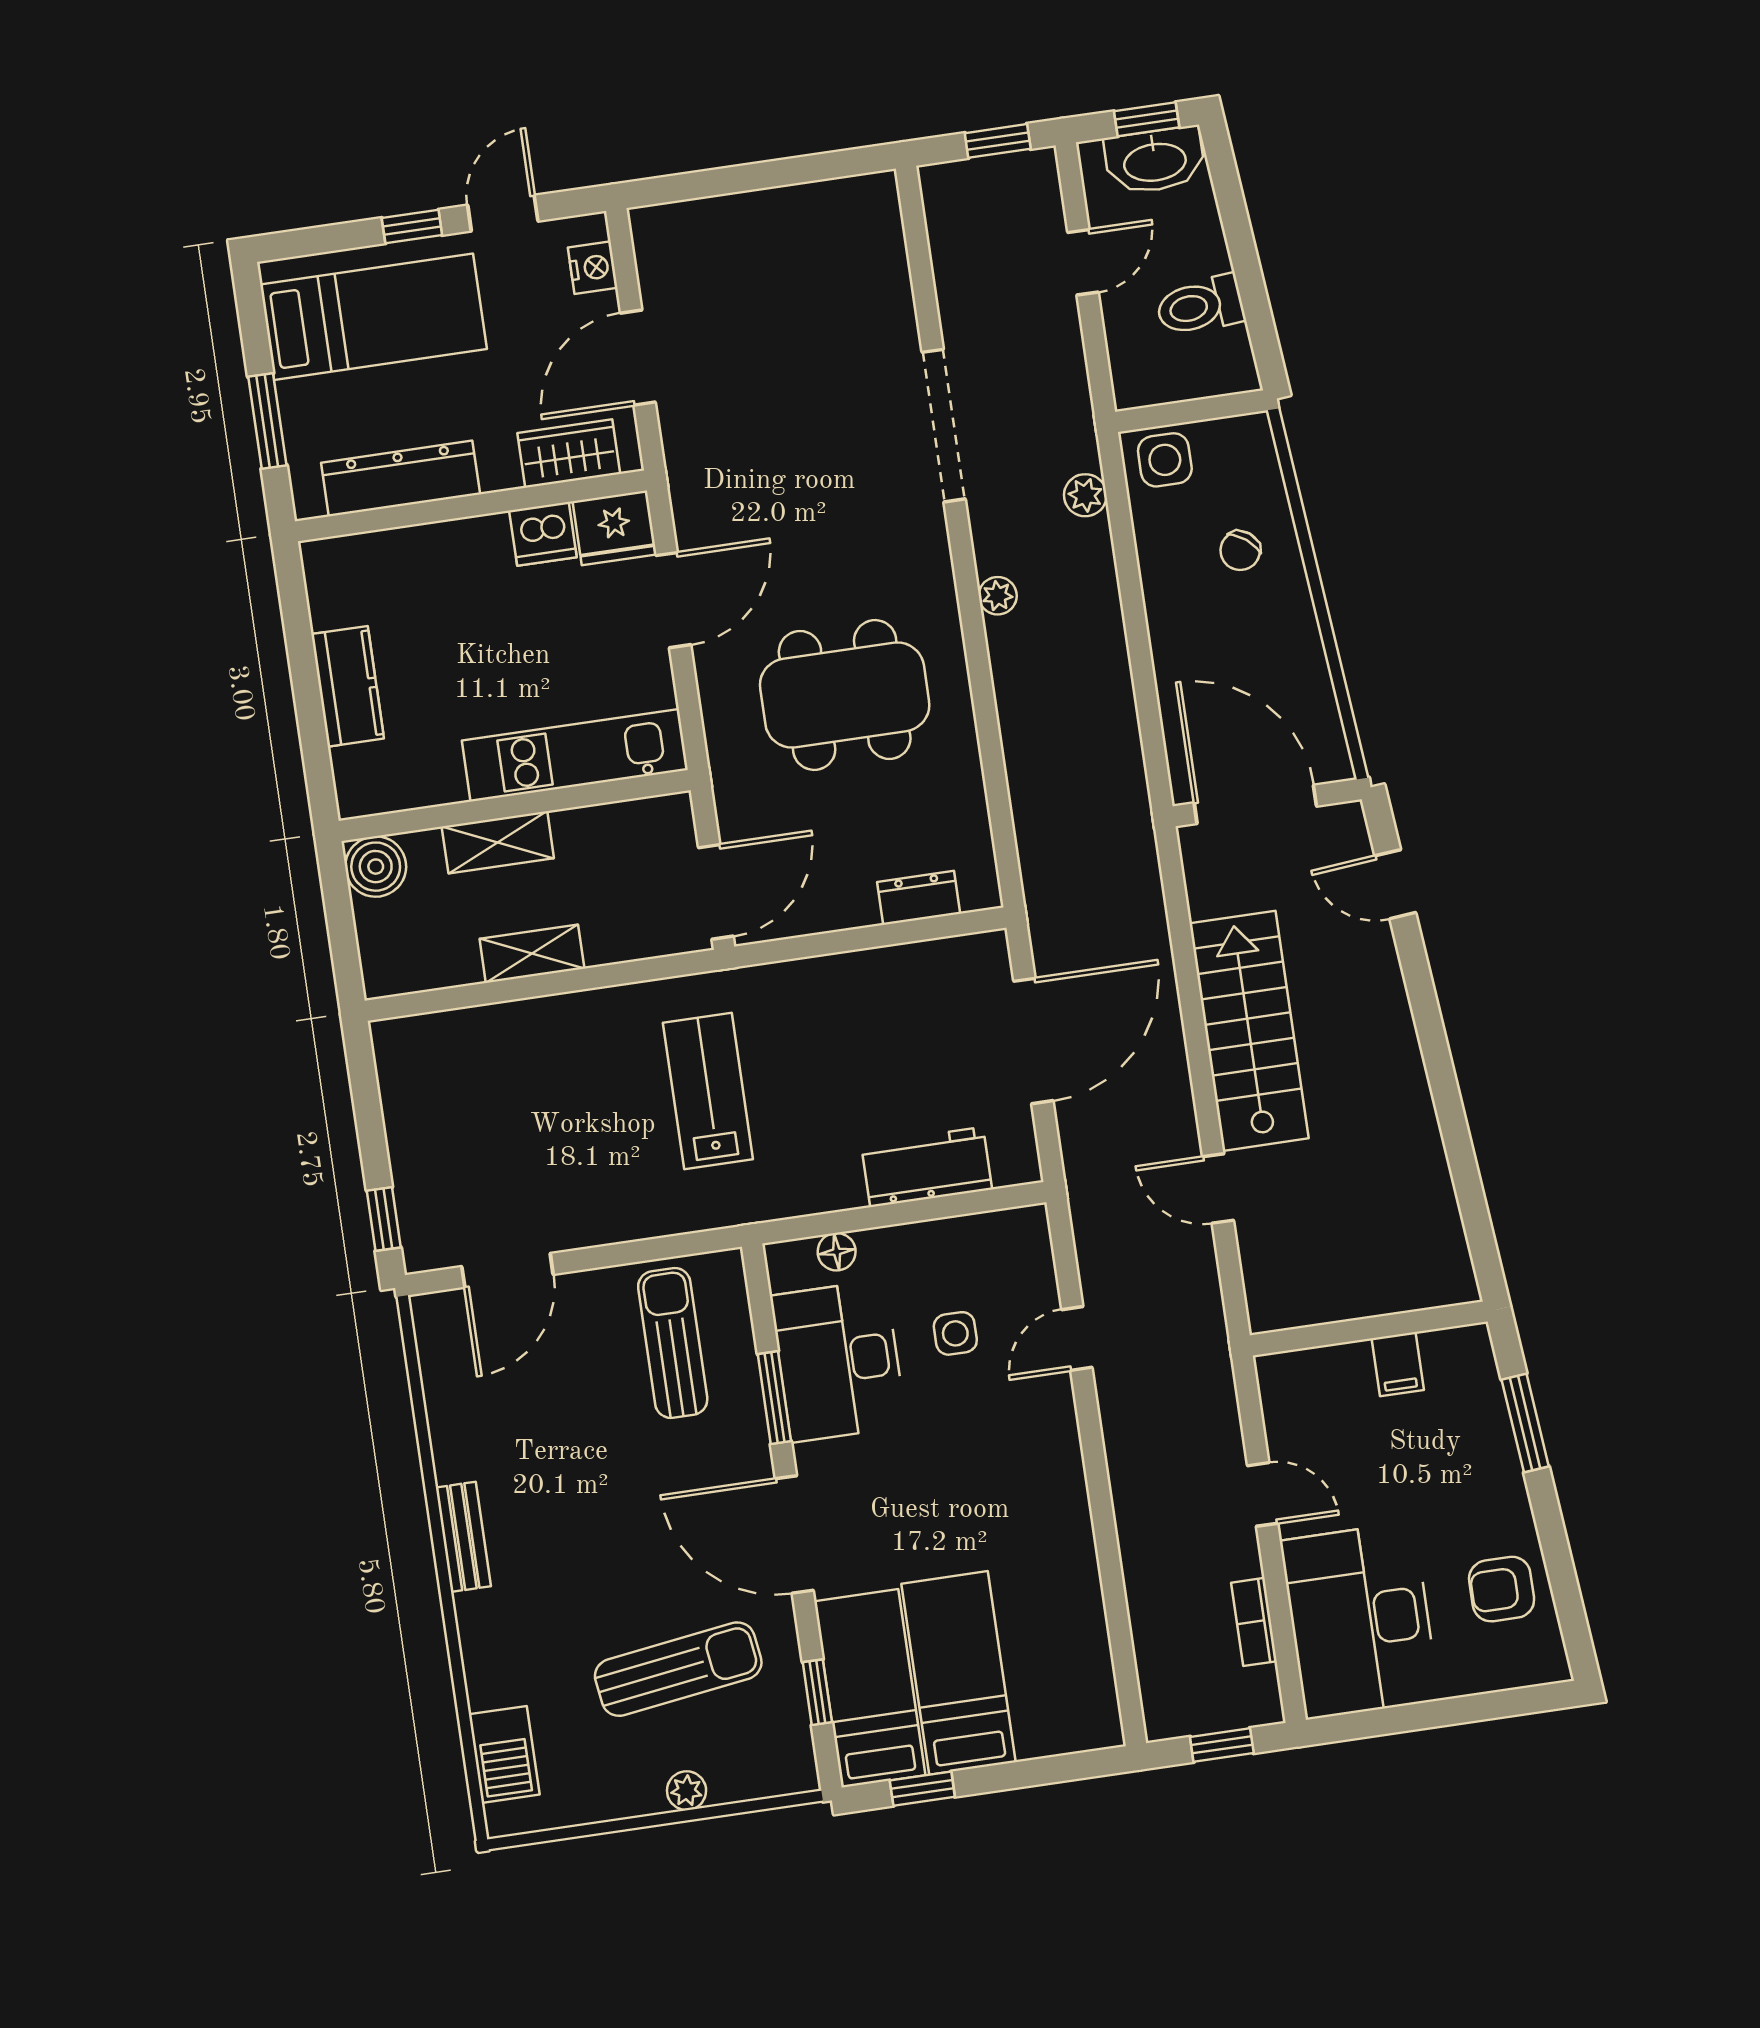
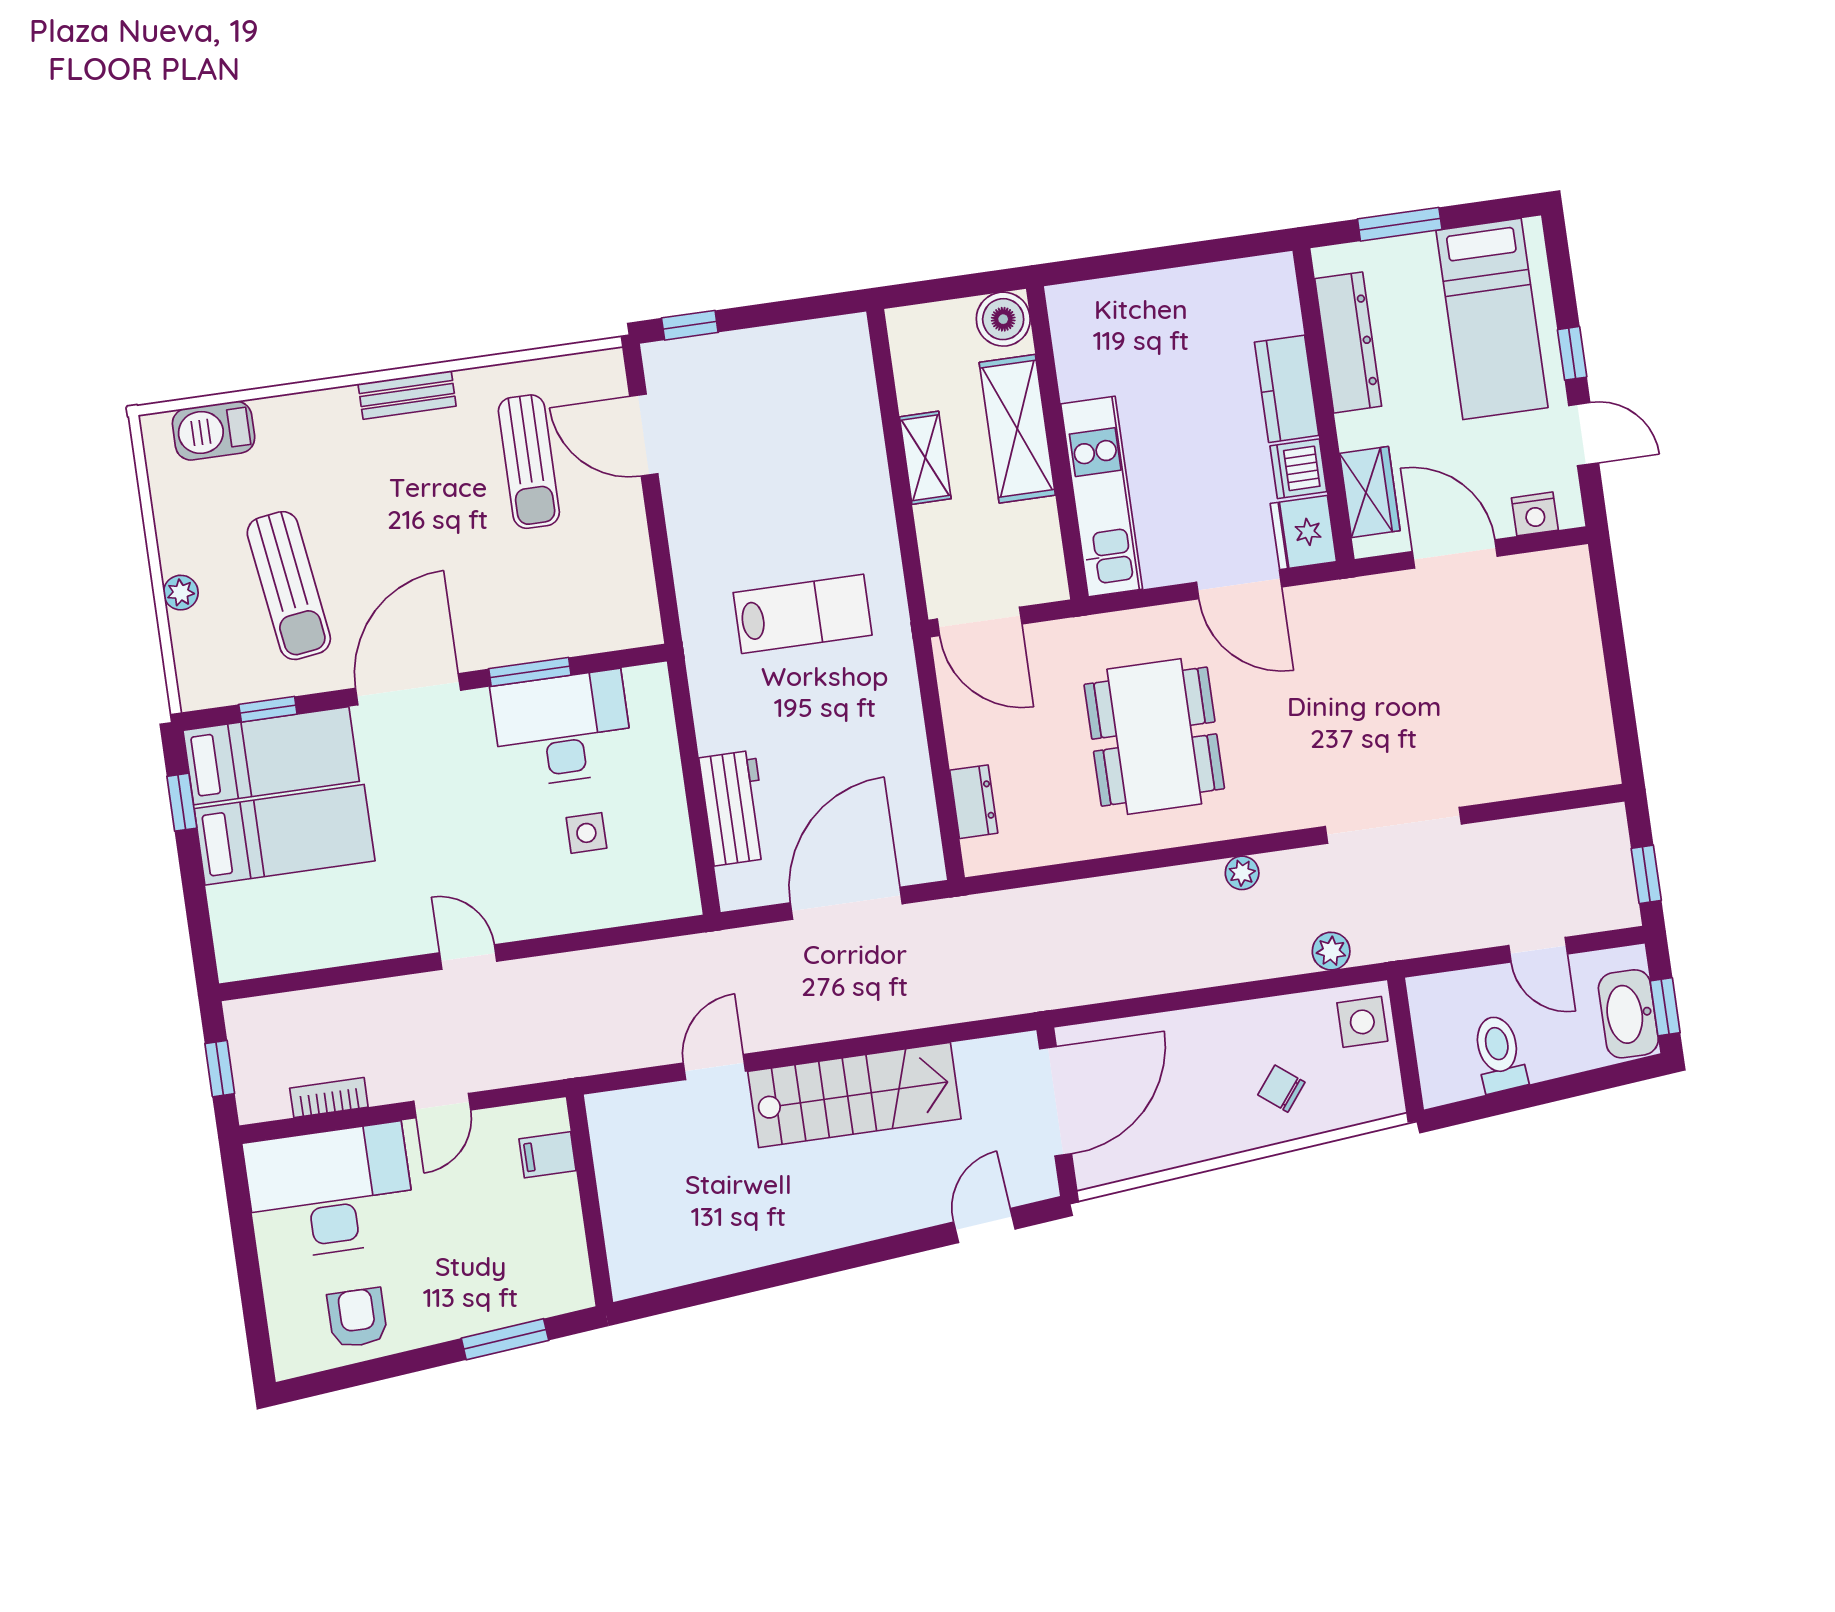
kitchen counter: (348, 686) -> (1287, 389), moved, turned 90
shelving: (498, 842) -> (1017, 429), width x1.50, depth x1.33
door: (1033, 1041) -> (846, 903), swing flipped
floor lamp: (837, 1252) -> (659, 728), removed
door: (1077, 1339) -> (468, 957), moved
sun lounger: (673, 1343) -> (529, 462), moved, turned 90
filing cabinet: (1398, 1364) -> (548, 1155), moved

